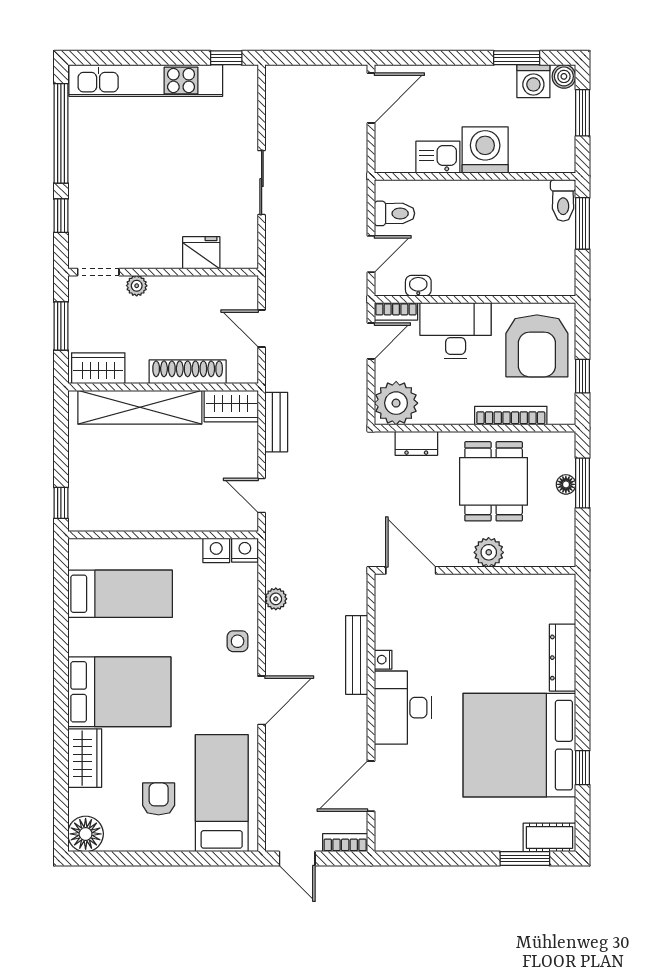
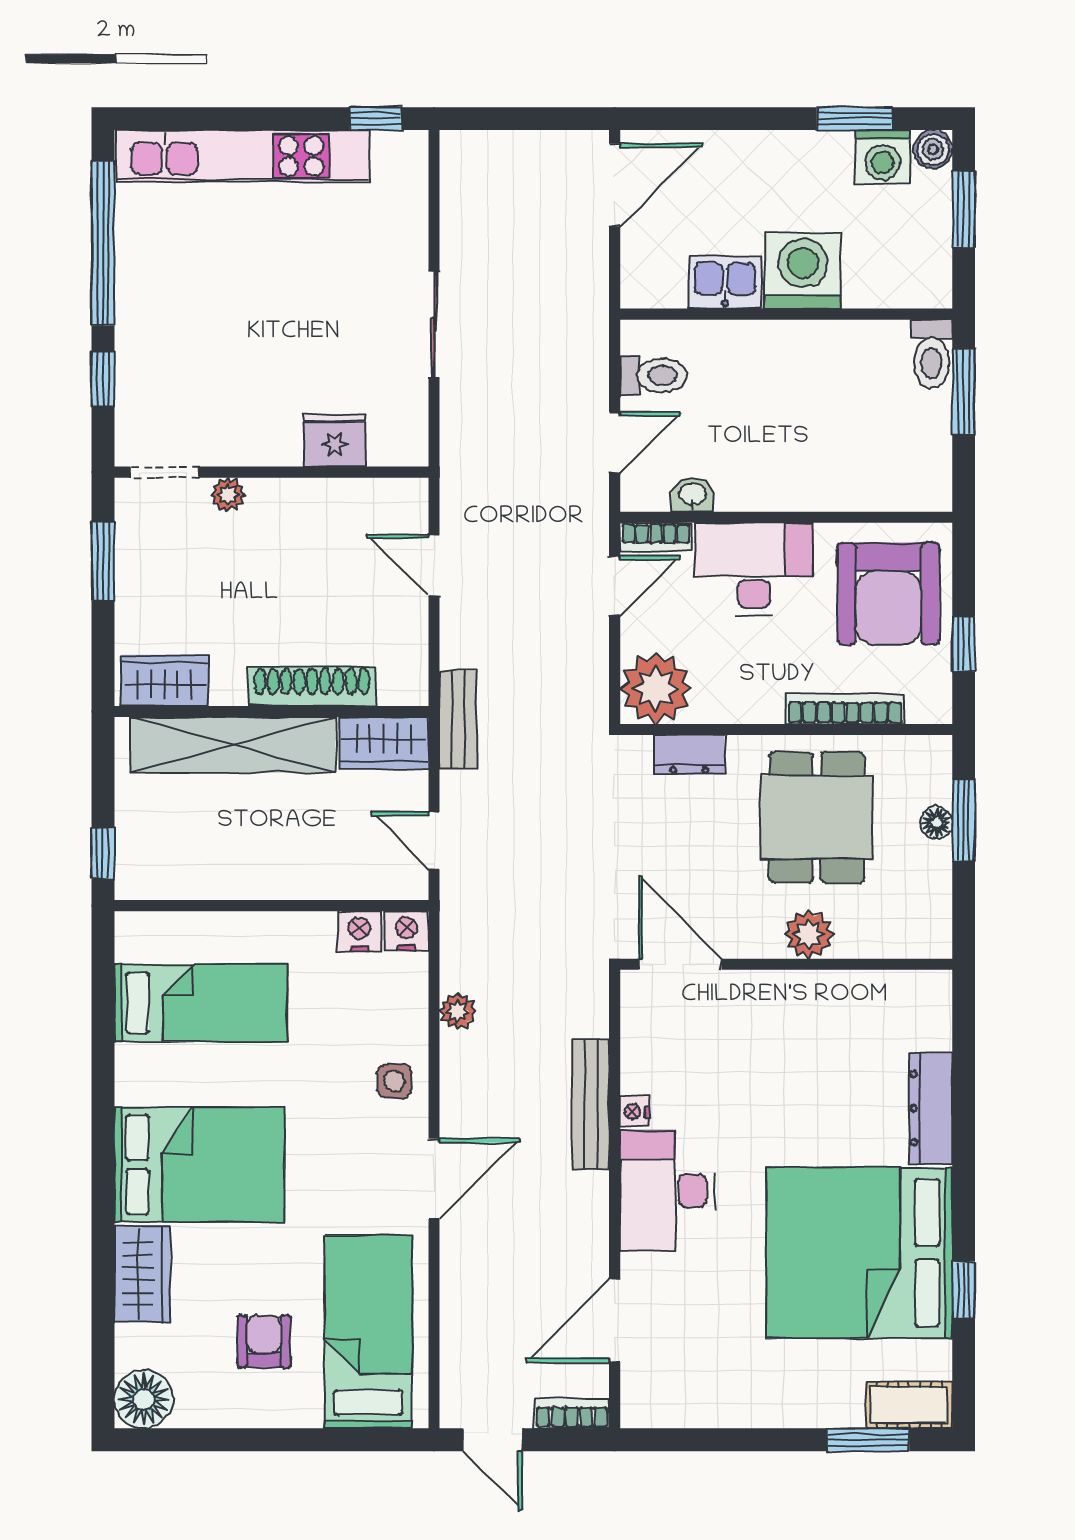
wardrobe: (98, 368) -> (165, 680), moved
shoe rack: (188, 372) -> (312, 686), moved
wall: (163, 387) -> (271, 711), moved
wardrobe: (231, 406) -> (384, 743), moved
shelving: (140, 407) -> (233, 745), moved

